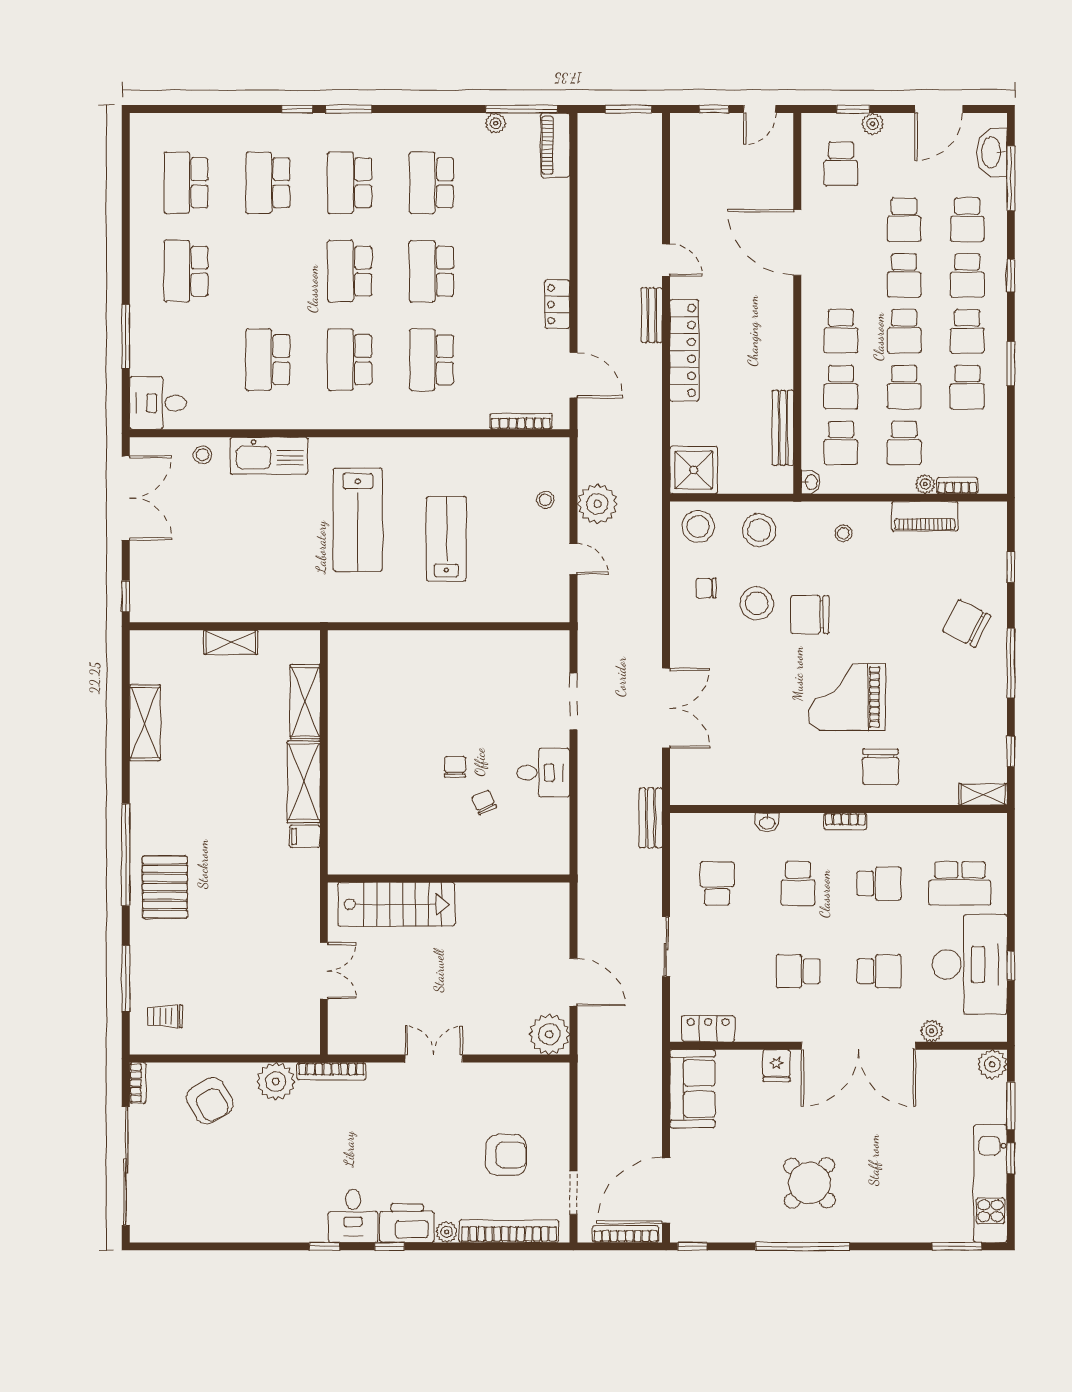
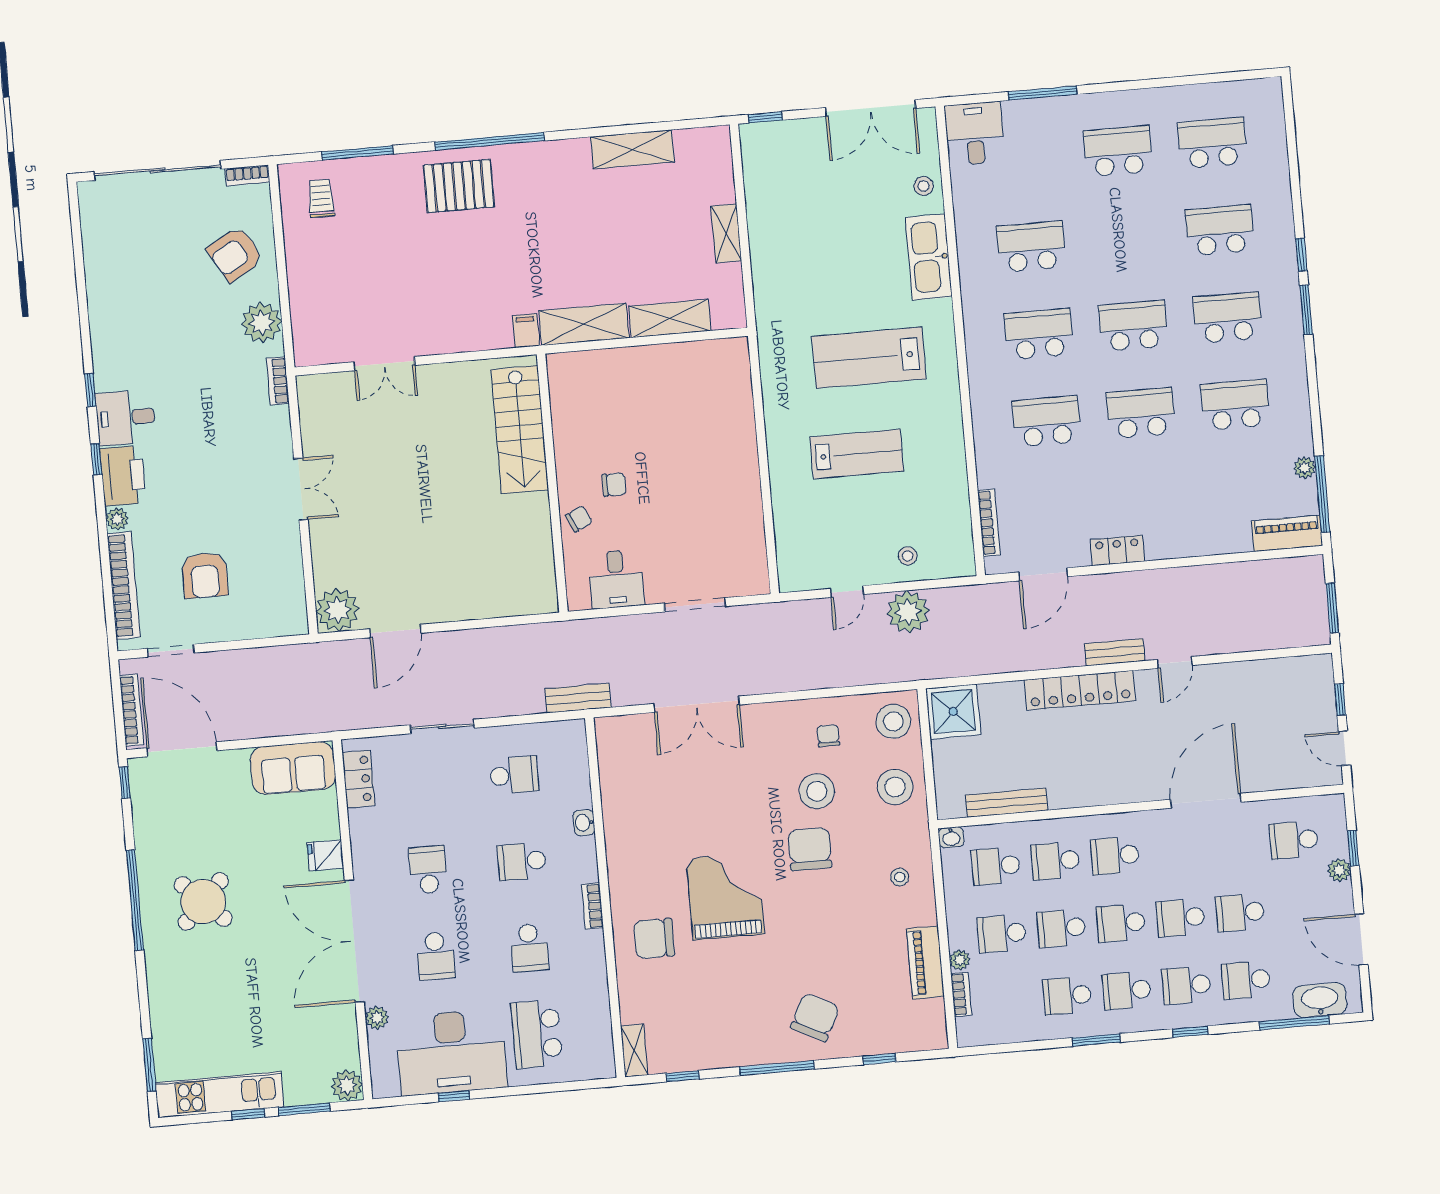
wall: (449, 878) -> (552, 483), moved
stairs: (396, 904) -> (520, 430), moved
bookcase: (331, 1071) -> (278, 381), width x0.64

